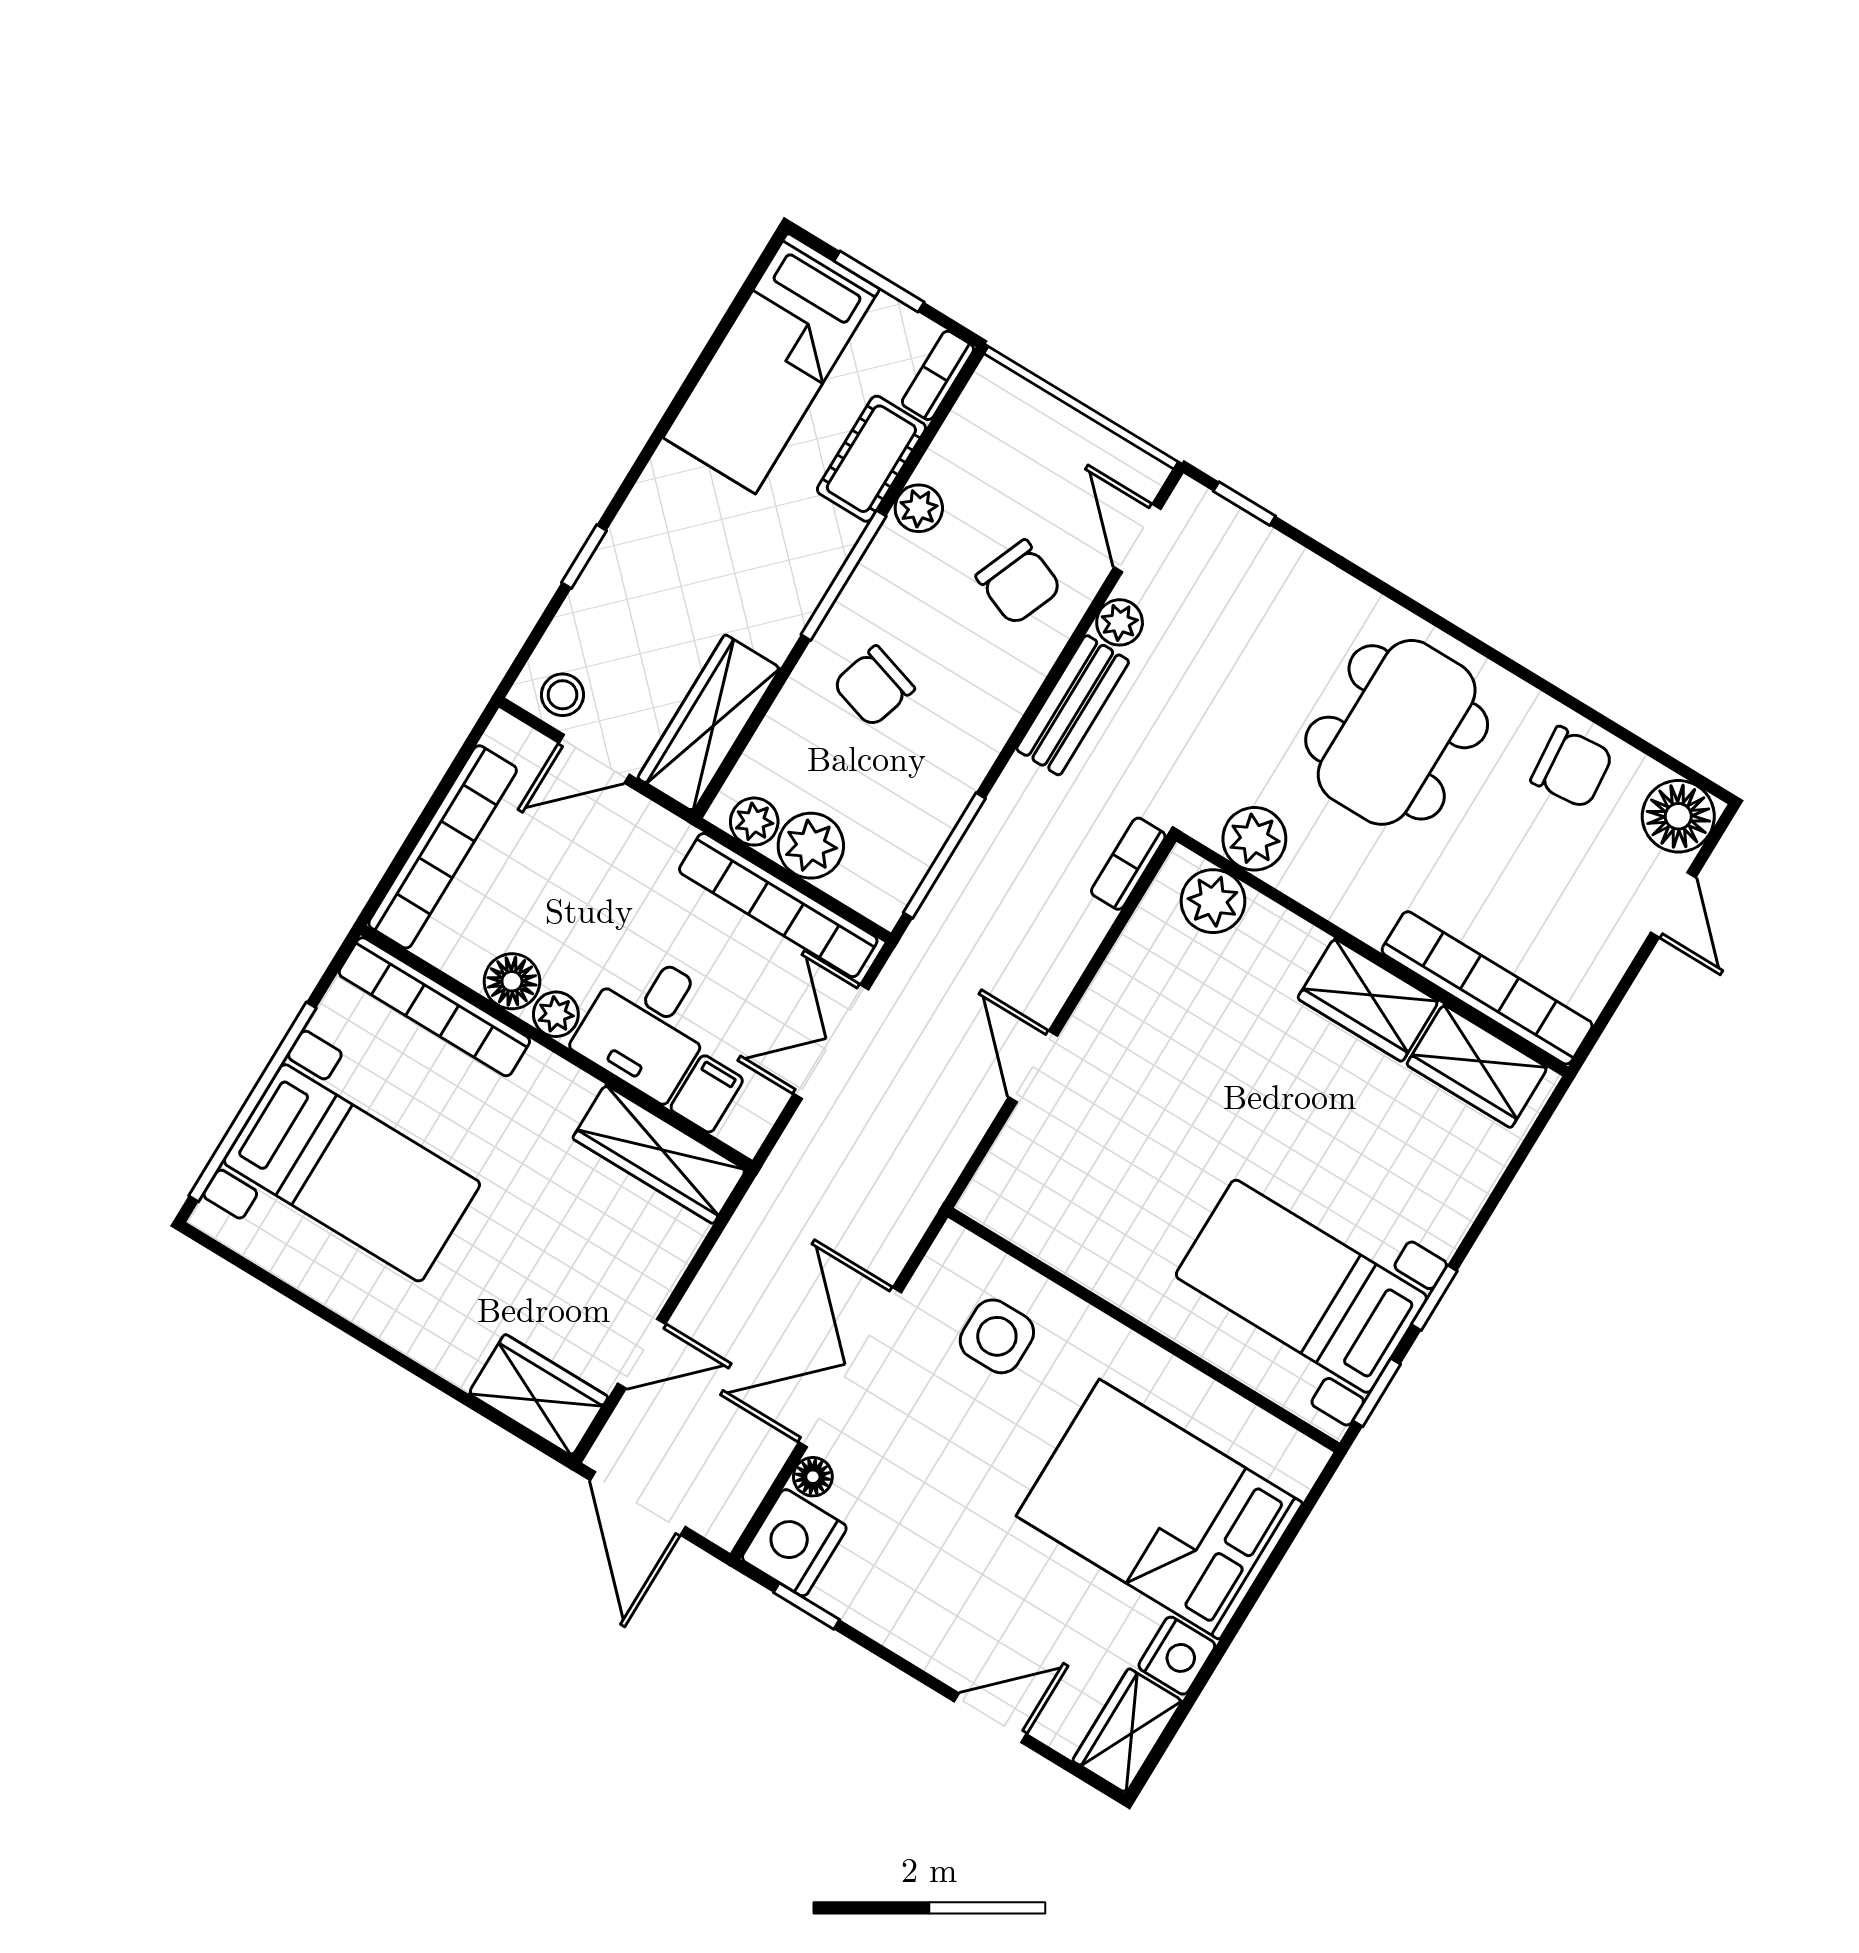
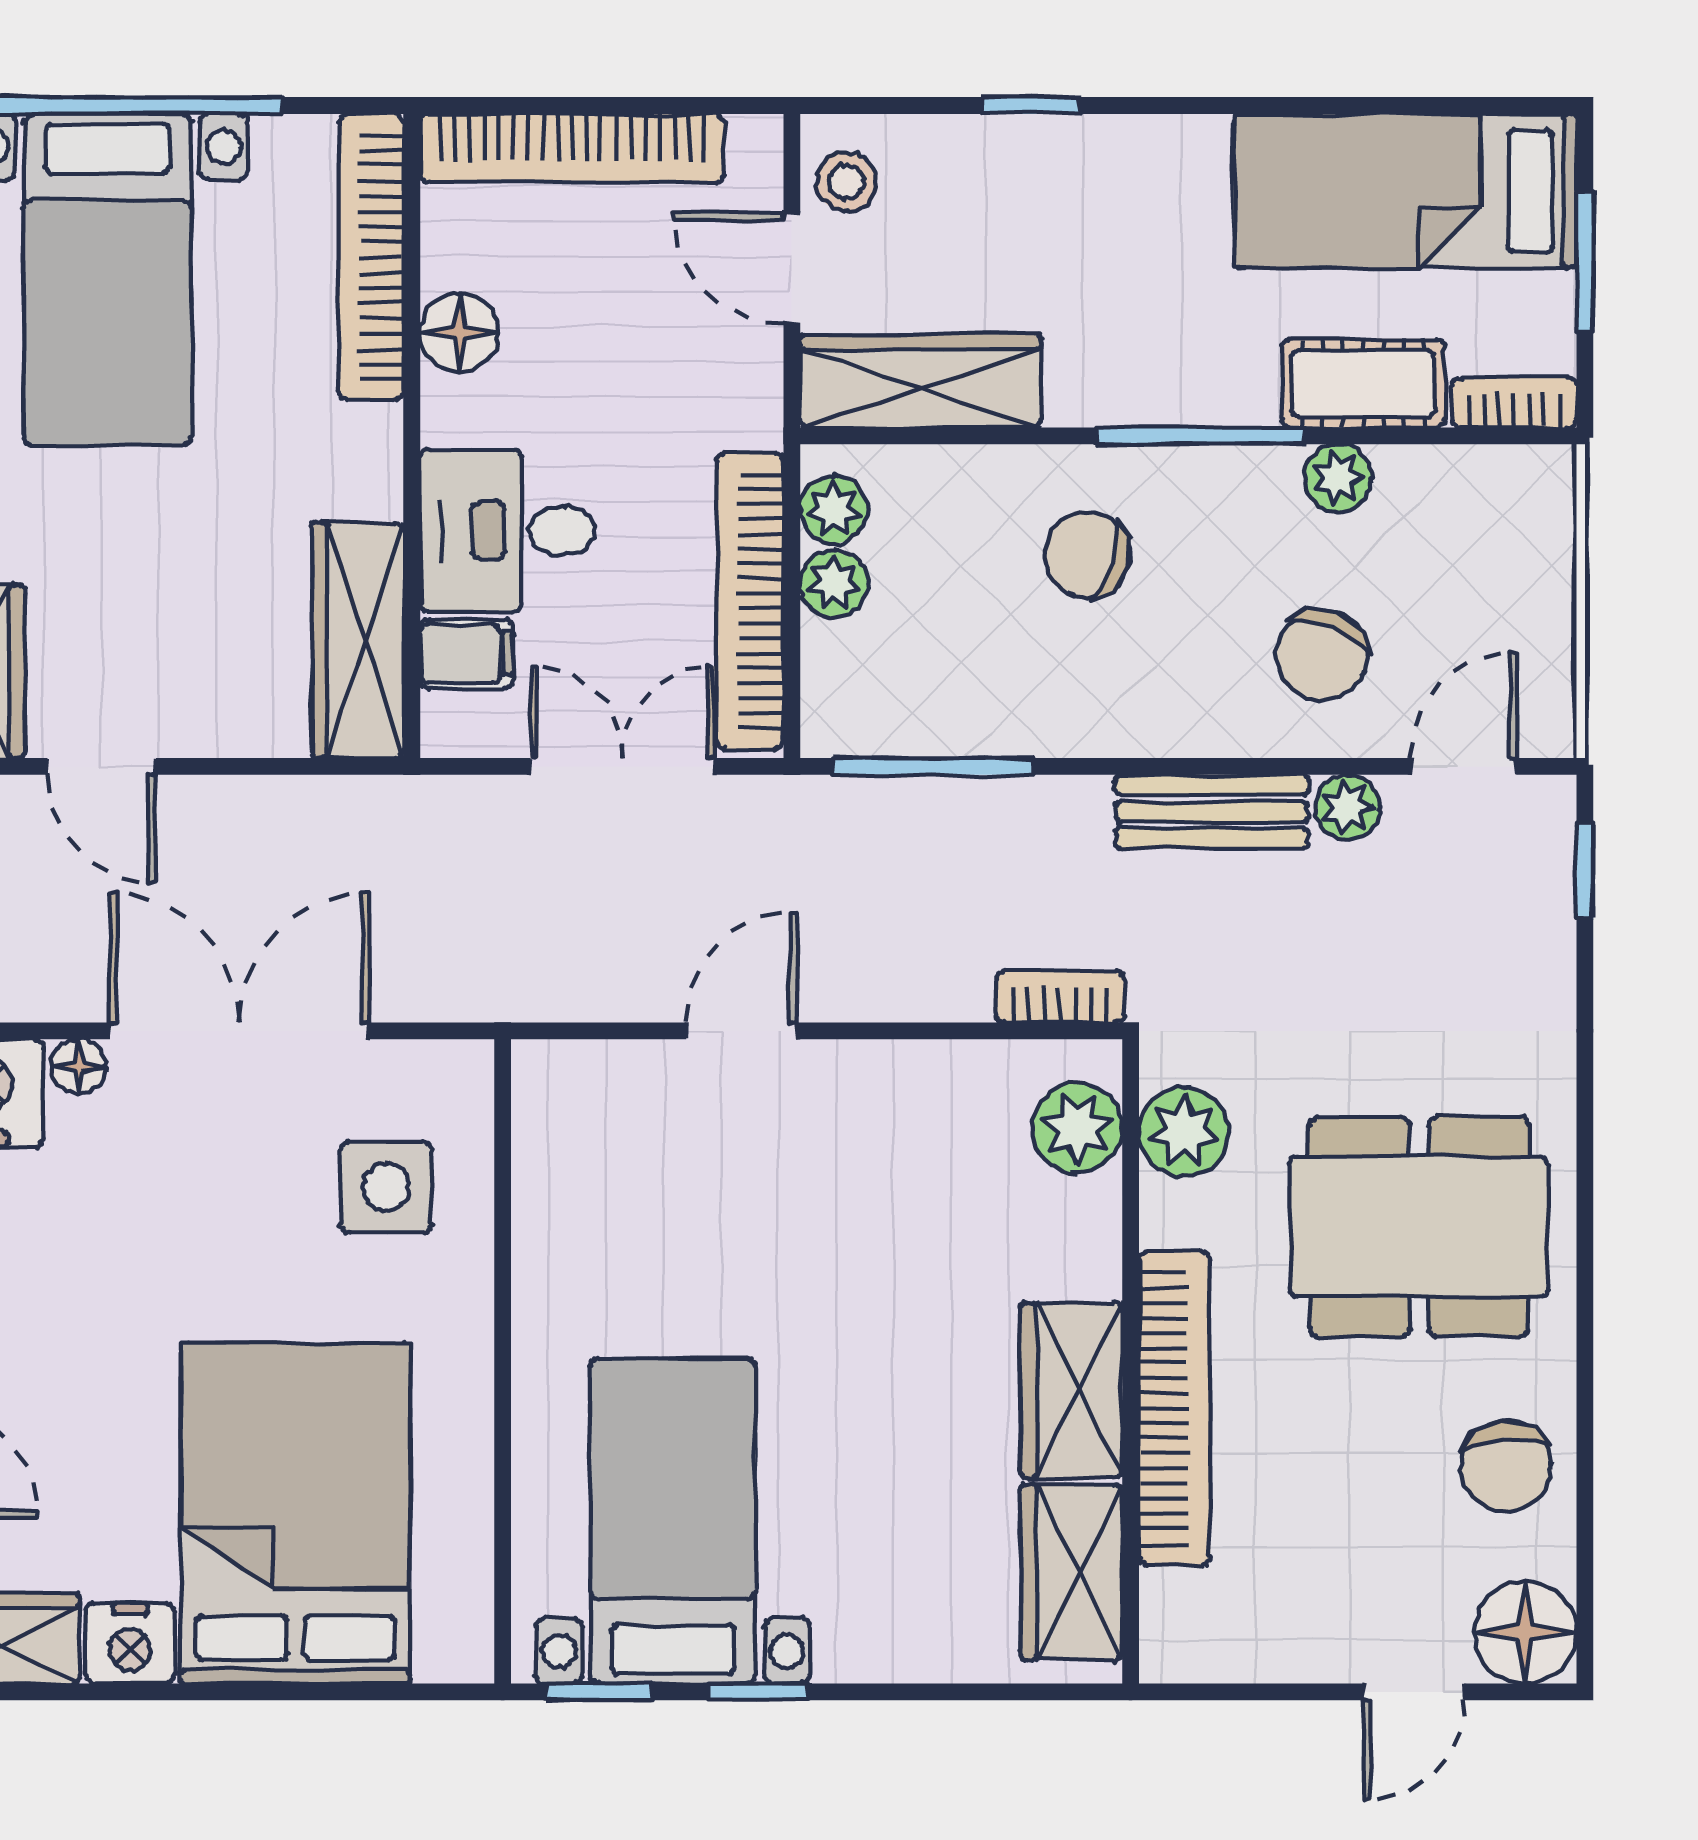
plant: (811, 846) -> (834, 584), width x0.73, depth x0.73
bookcase: (1487, 988) -> (1174, 1408), moved
plant: (556, 1014) -> (452, 411), removed

